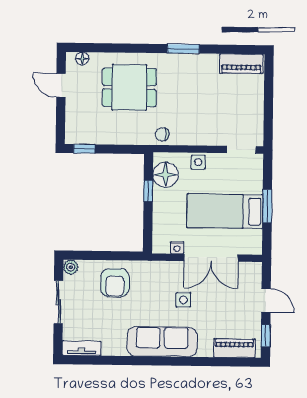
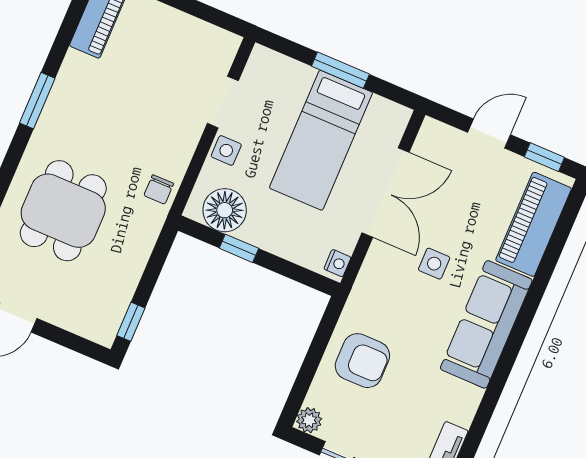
doorway: (241, 150) -> (223, 102), moved
nightstand: (177, 248) -> (337, 263), moved
piano: (234, 348) -> (534, 224), width x1.37, depth x1.33

